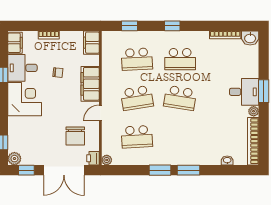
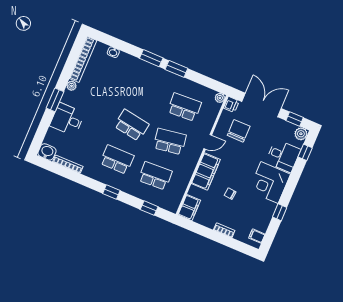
filing cabinet: (15, 43) -> (257, 236), width x0.50
desk: (22, 68) -> (283, 156), moved
desk: (244, 92) -> (67, 119), moved

